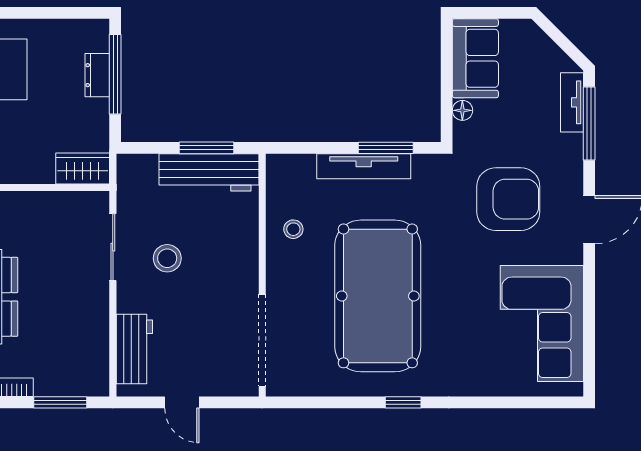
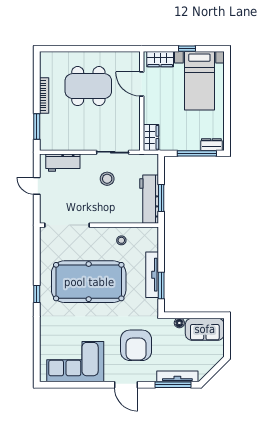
dresser: (97, 75) -> (211, 145), moved
tv unit: (572, 102) -> (177, 376), width x1.41
door: (182, 402) -> (37, 186), hinge flipped

